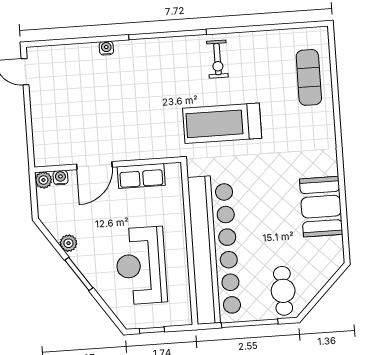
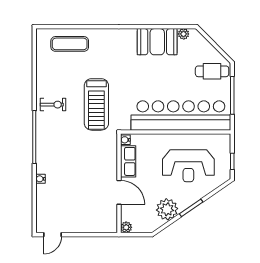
water cooler: (61, 178) -> (125, 140), moved
plant: (68, 243) -> (167, 209), width x1.87, depth x1.87
plant: (335, 245) -> (184, 34), added

